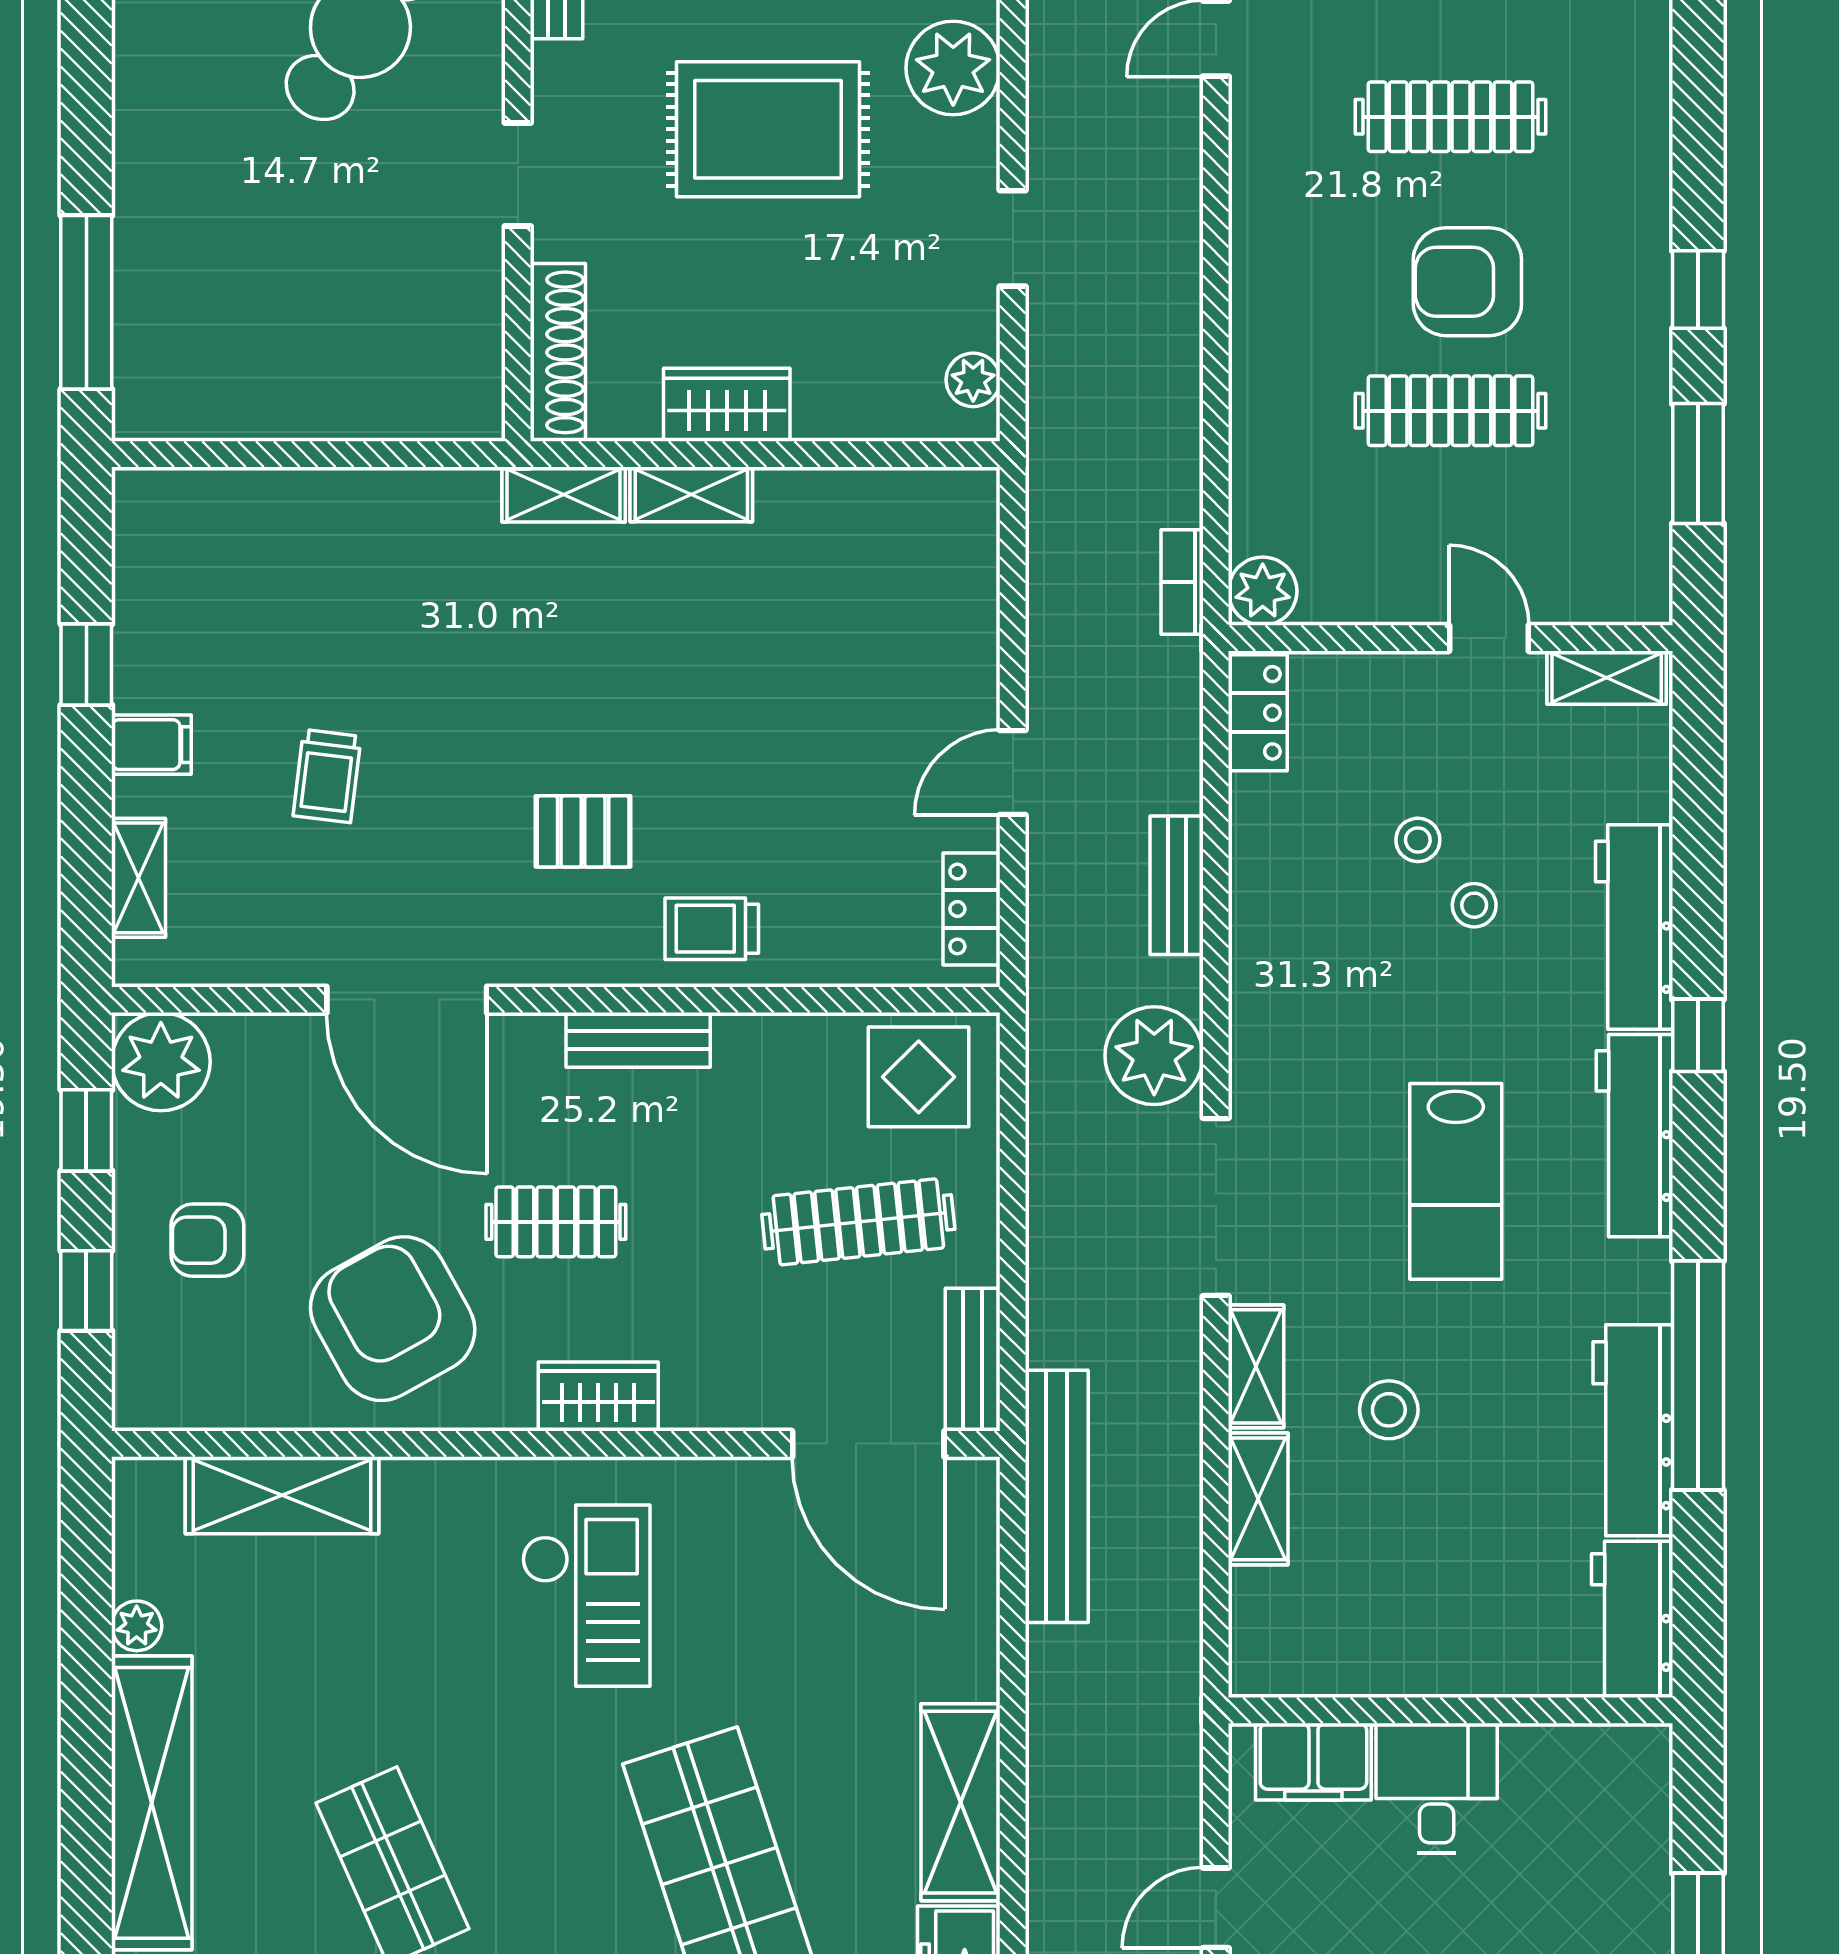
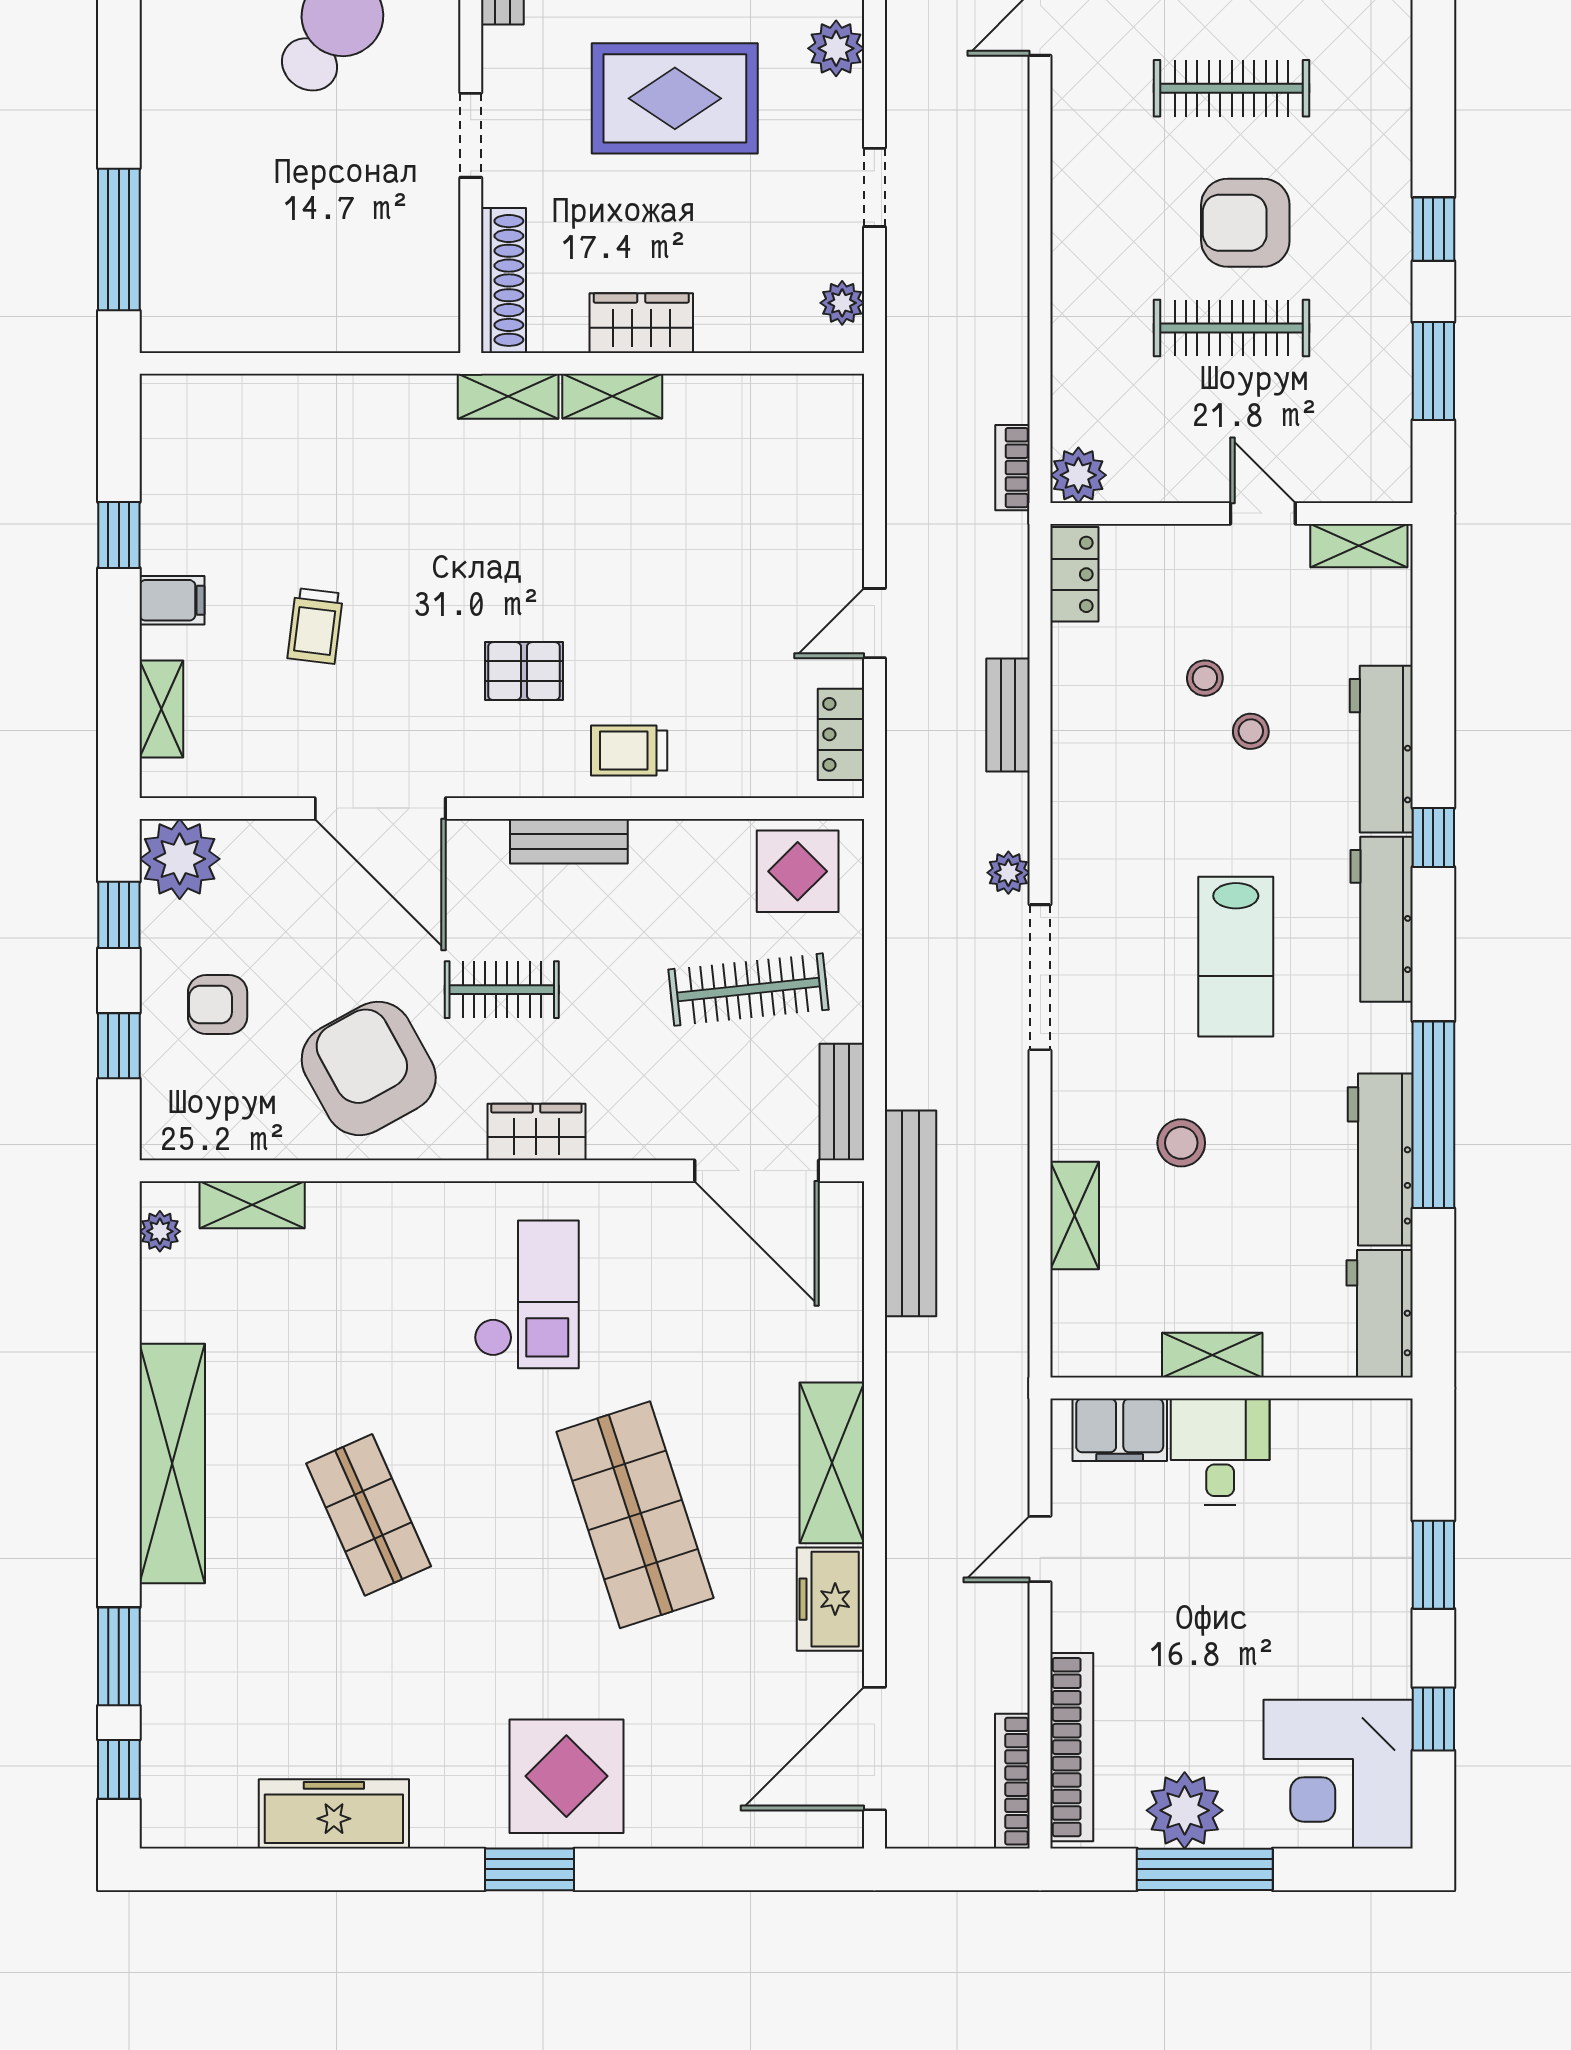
plant: (953, 68) -> (836, 48), width x0.73, depth x0.73
plant: (1154, 1056) -> (1008, 873), width x0.53, depth x0.53
shelving: (1256, 1366) -> (1212, 1355), moved, turned 90
shelving: (282, 1495) -> (252, 1205), width x0.67, depth x0.75
plant: (137, 1626) -> (160, 1231), moved

